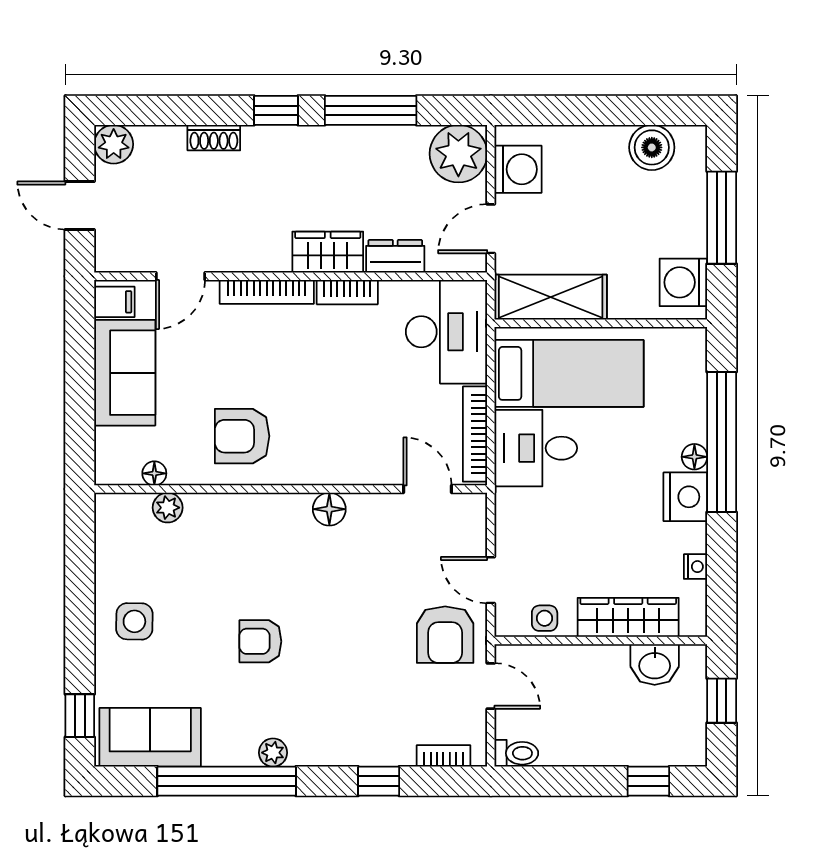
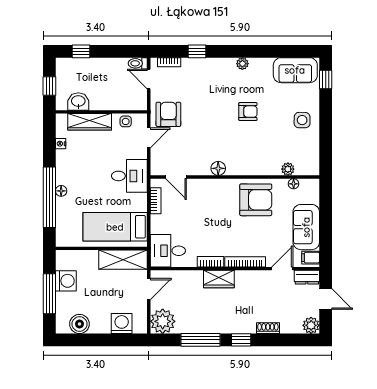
washing machine: (518, 169) -> (122, 324), moved, turned 90
dresser: (395, 256) -> (307, 277), moved
washing machine: (683, 282) -> (66, 281), moved
desk: (447, 332) -> (168, 251), width x0.73
bookcase: (475, 434) -> (156, 201), width x0.64
armchair: (242, 436) -> (256, 200), width x1.36, depth x1.36
desk: (536, 448) -> (129, 176), moved
nightstand: (685, 497) -> (65, 174), removed
door: (491, 580) -> (149, 138), hinge flipped
door: (491, 686) -> (149, 79), moved
window: (227, 781) -> (262, 51), removed

